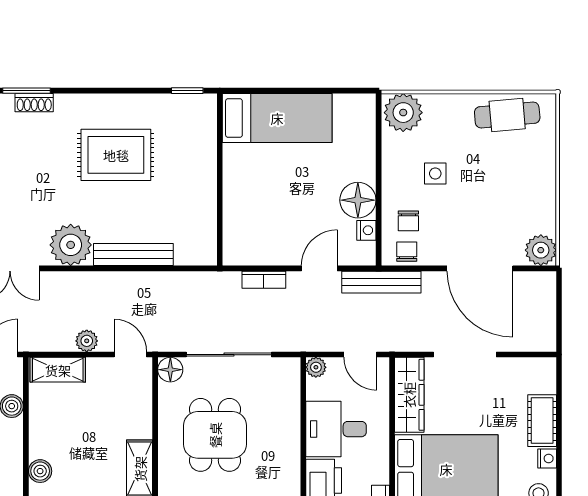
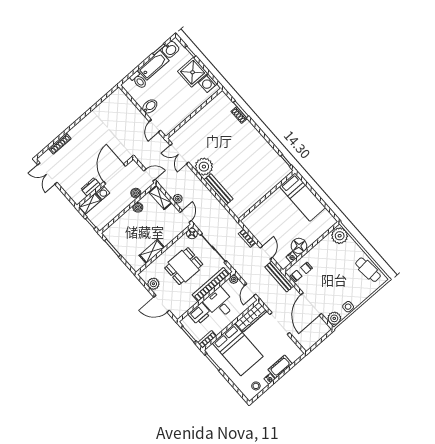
rug: (116, 155) -> (245, 156), removed
side table: (435, 173) -> (348, 307), moved
door: (319, 268) -> (266, 253), hinge flipped
bookcase: (289, 416) -> (211, 284), added
boiler: (40, 471) -> (138, 207), moved

